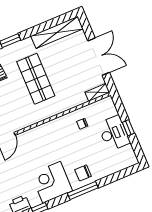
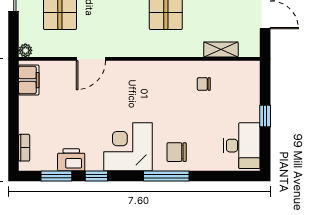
shelving: (97, 92) -> (221, 49), moved
desk: (114, 133) -> (242, 146), moved

